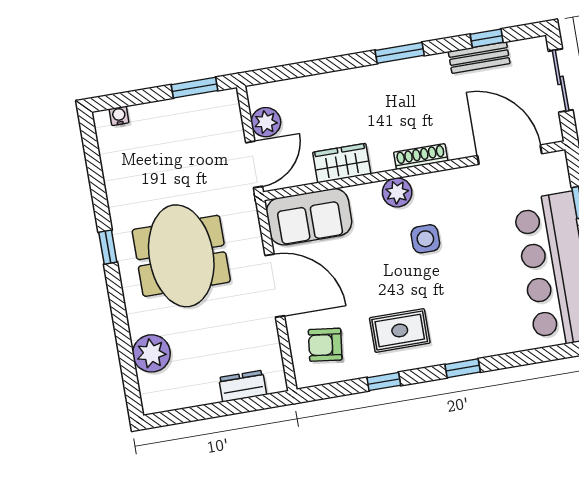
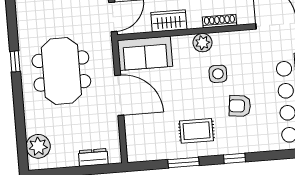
armchair: (325, 345) -> (240, 106), moved
plant: (151, 353) -> (38, 146), moved
window: (384, 382) -> (183, 162), width x1.50

